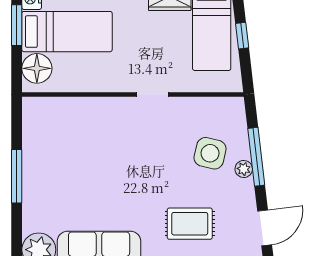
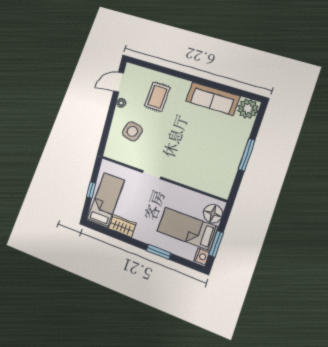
window: (256, 157) -> (109, 121), removed
plant: (244, 169) -> (121, 103), moved
rug: (190, 224) -> (157, 97), turned 90

